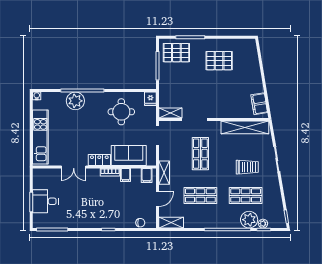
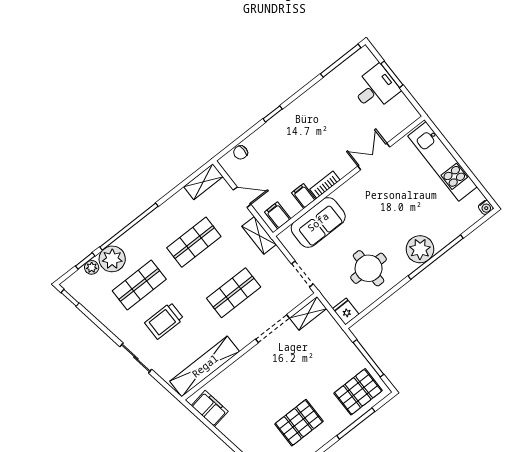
plant: (75, 101) -> (420, 249), moved
shop shelf: (200, 154) -> (234, 293), turned 90
locker: (99, 160) -> (349, 189), removed
door: (158, 199) -> (242, 197), swing flipped

